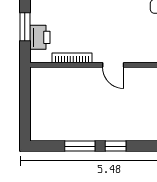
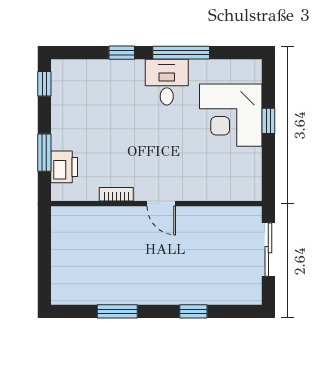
bookcase: (72, 58) -> (116, 194), width x0.64
window: (116, 146) -> (193, 311), moved

